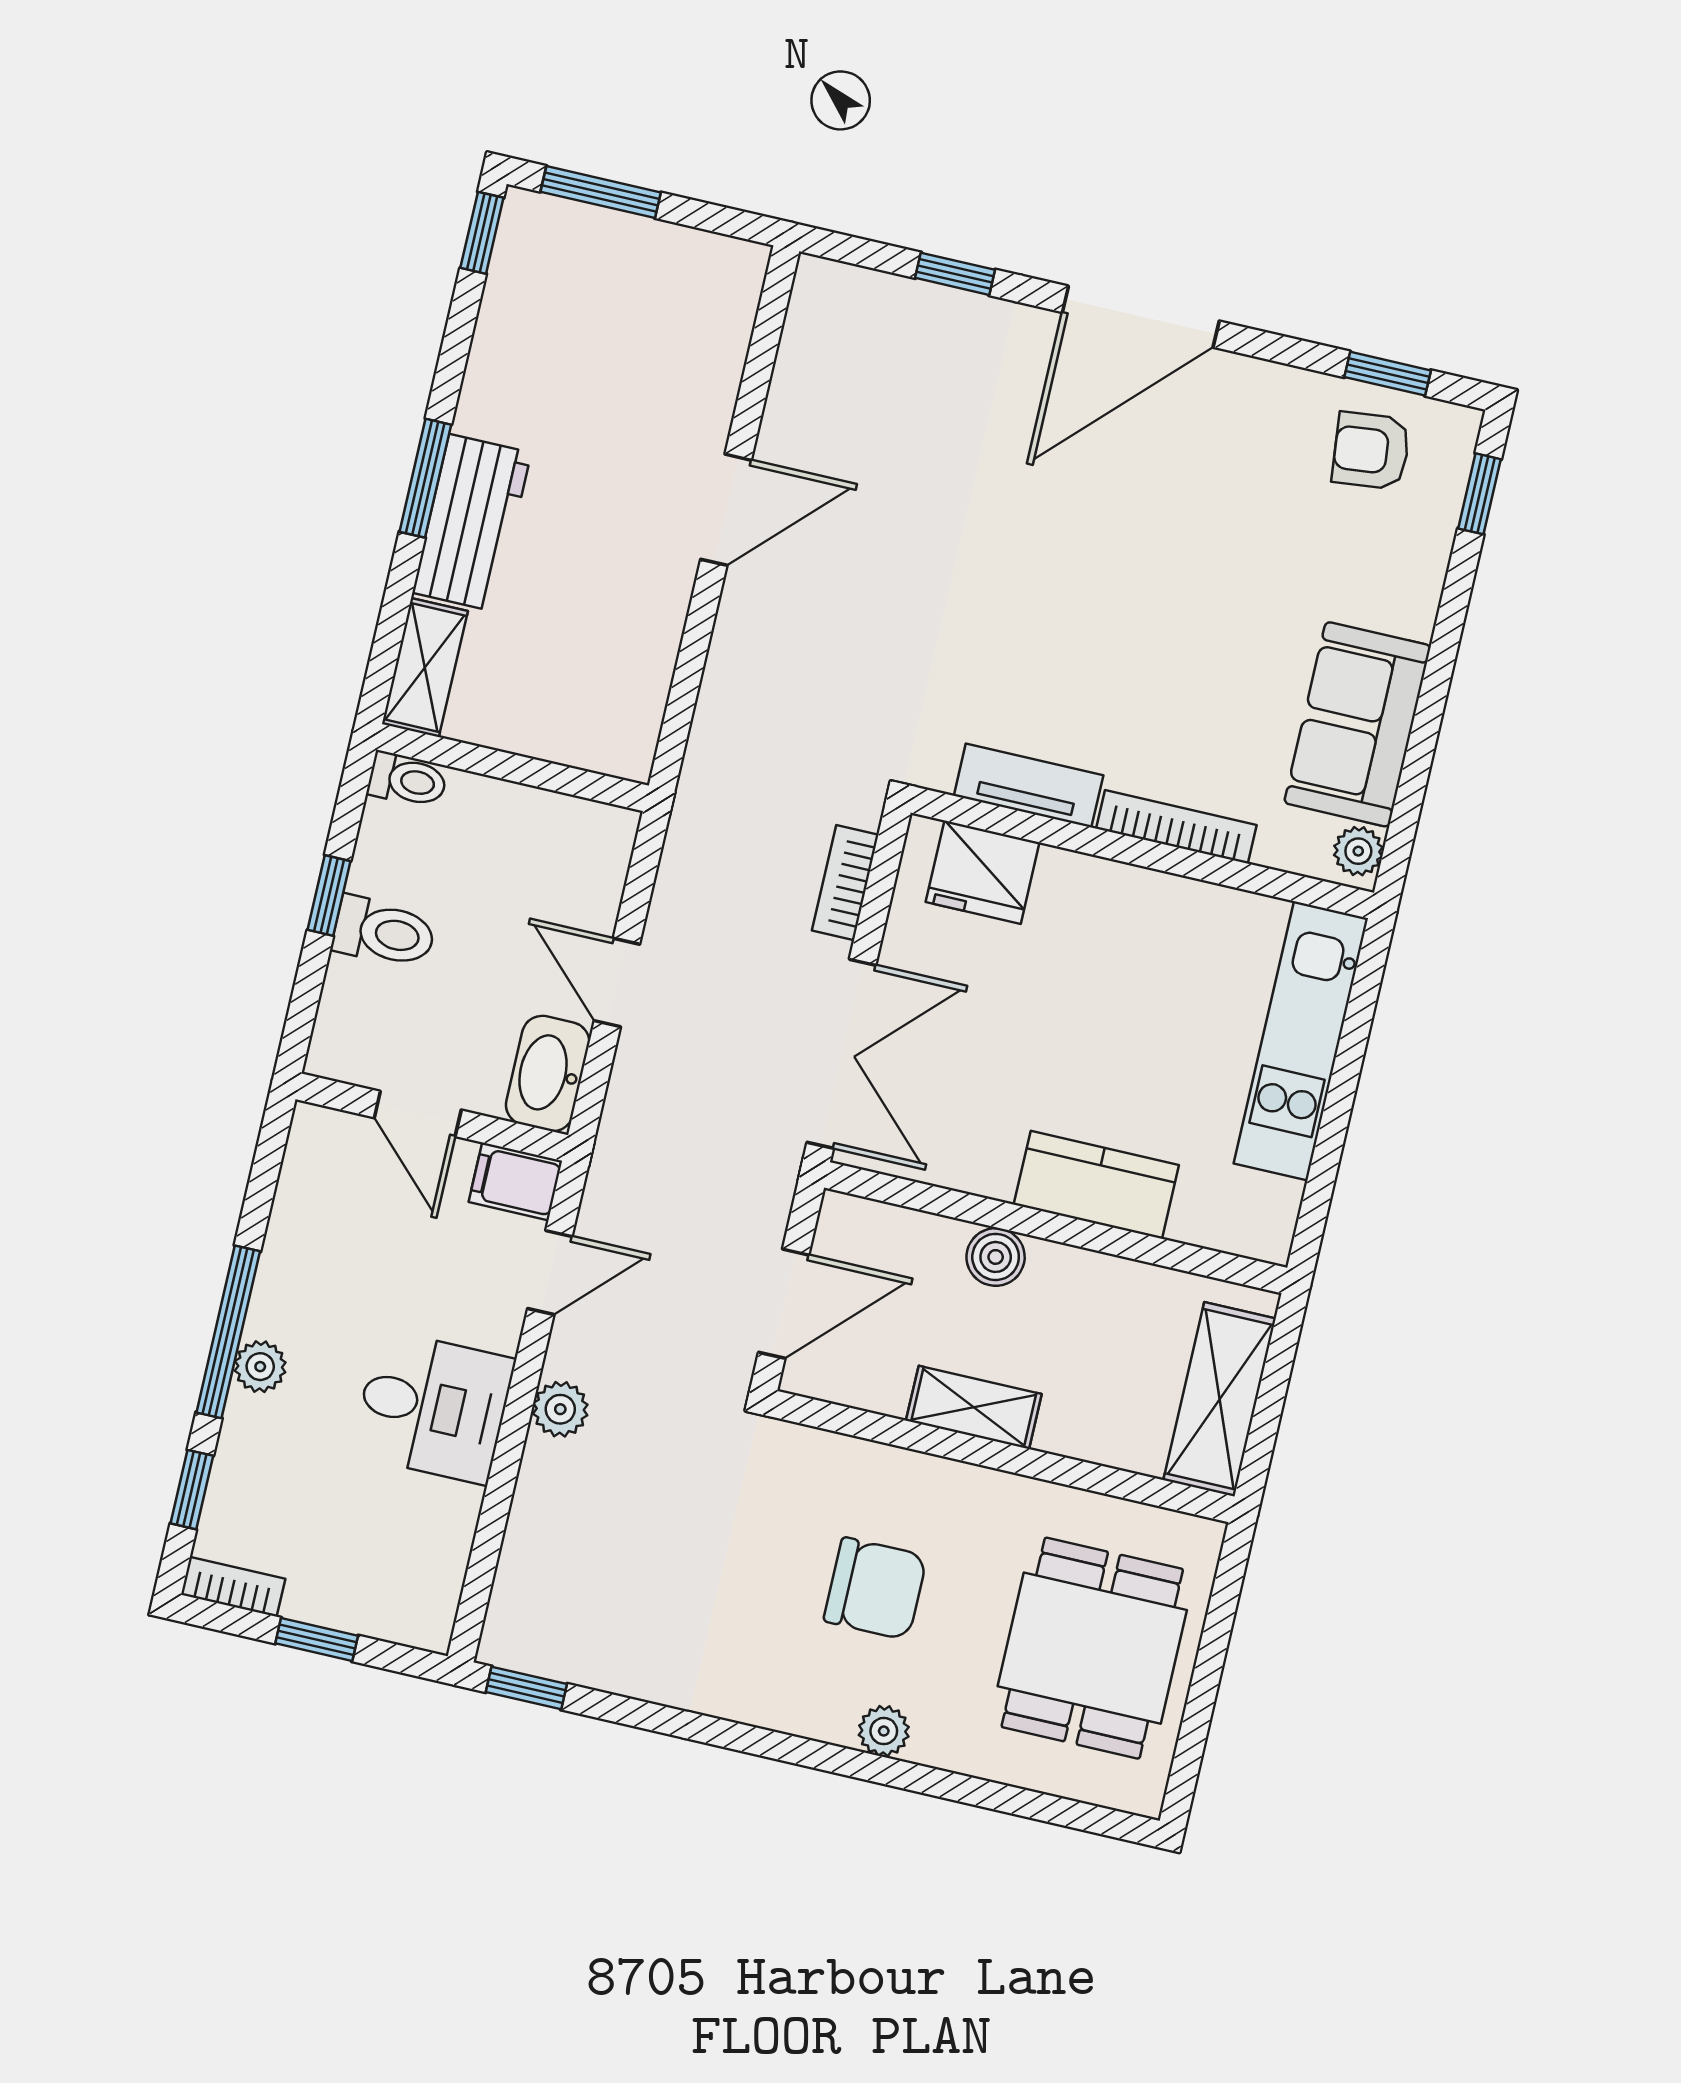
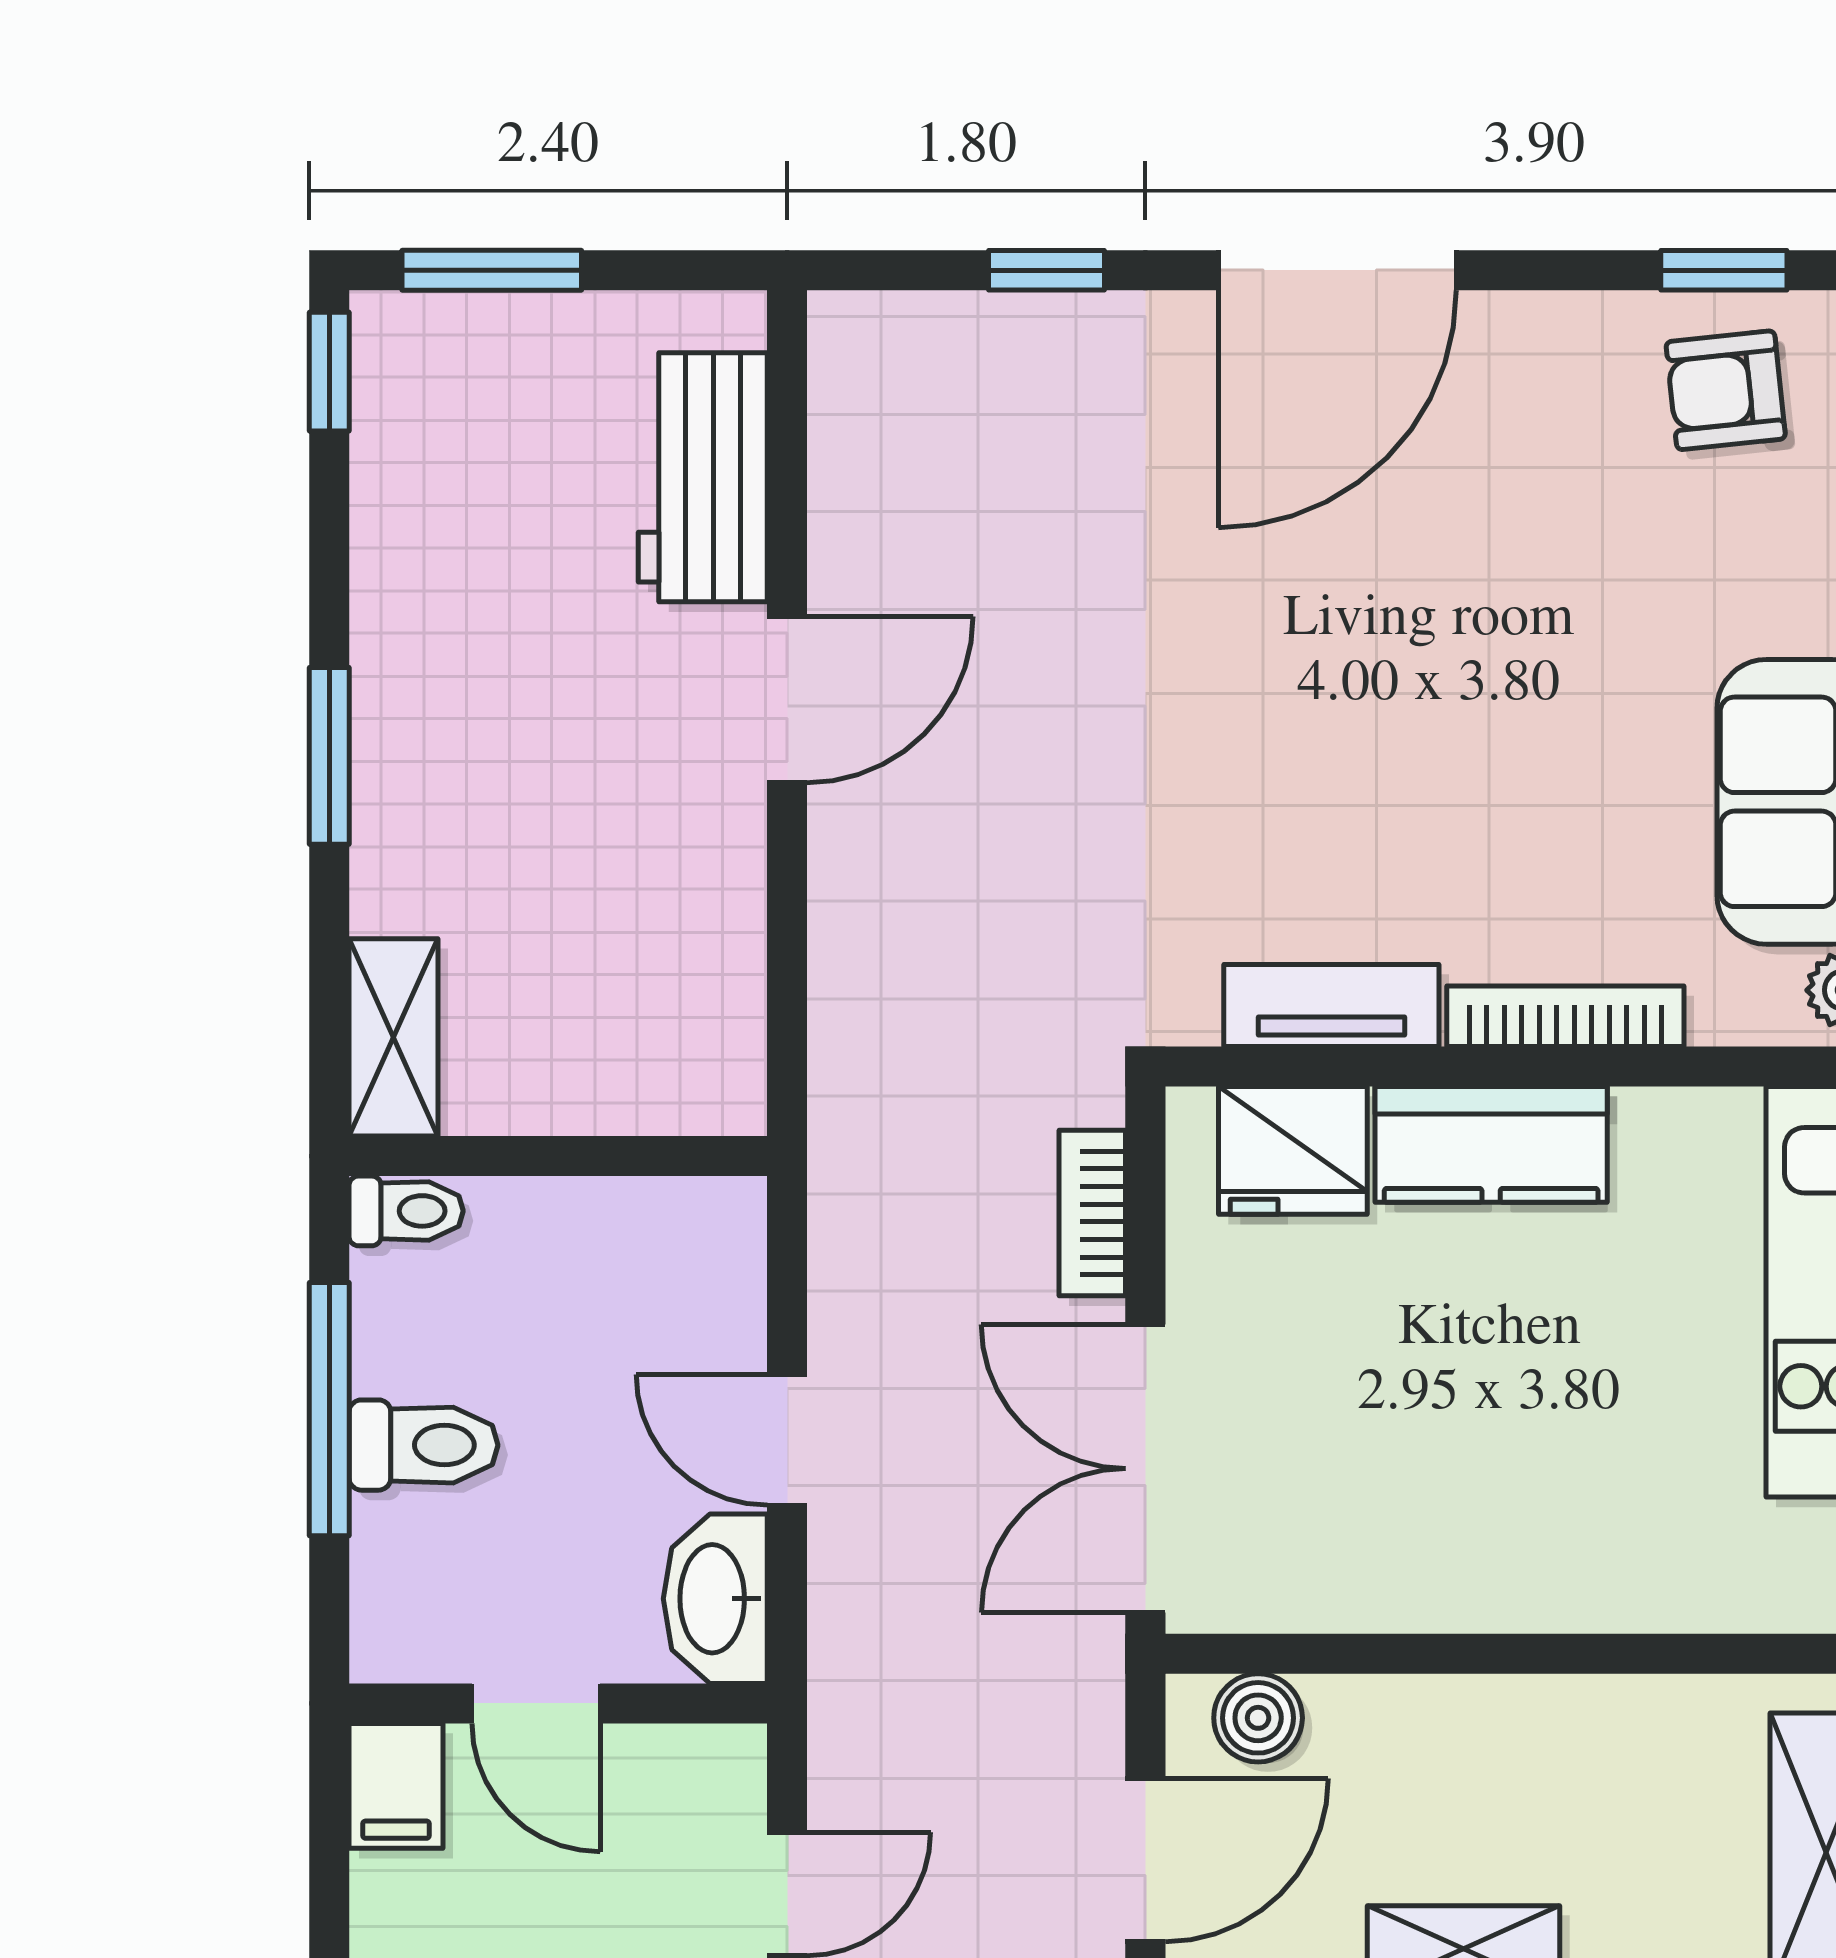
workbench: (472, 523) -> (703, 477), moved, turned 180
window: (329, 895) -> (329, 1409), width x2.17
double door: (841, 1054) -> (1145, 1469), swing flipped
filing cabinet: (515, 1181) -> (396, 1786), moved, turned -90
kitchen counter: (1096, 1185) -> (1491, 1144), moved, turned 180
boiler: (996, 1257) -> (1258, 1718), moved

